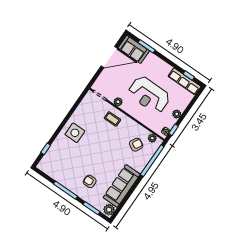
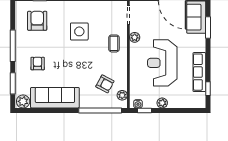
row of seats: (185, 81) -> (199, 72), moved
side table: (75, 133) -> (79, 31), moved
armchair: (60, 161) -> (37, 21), added

